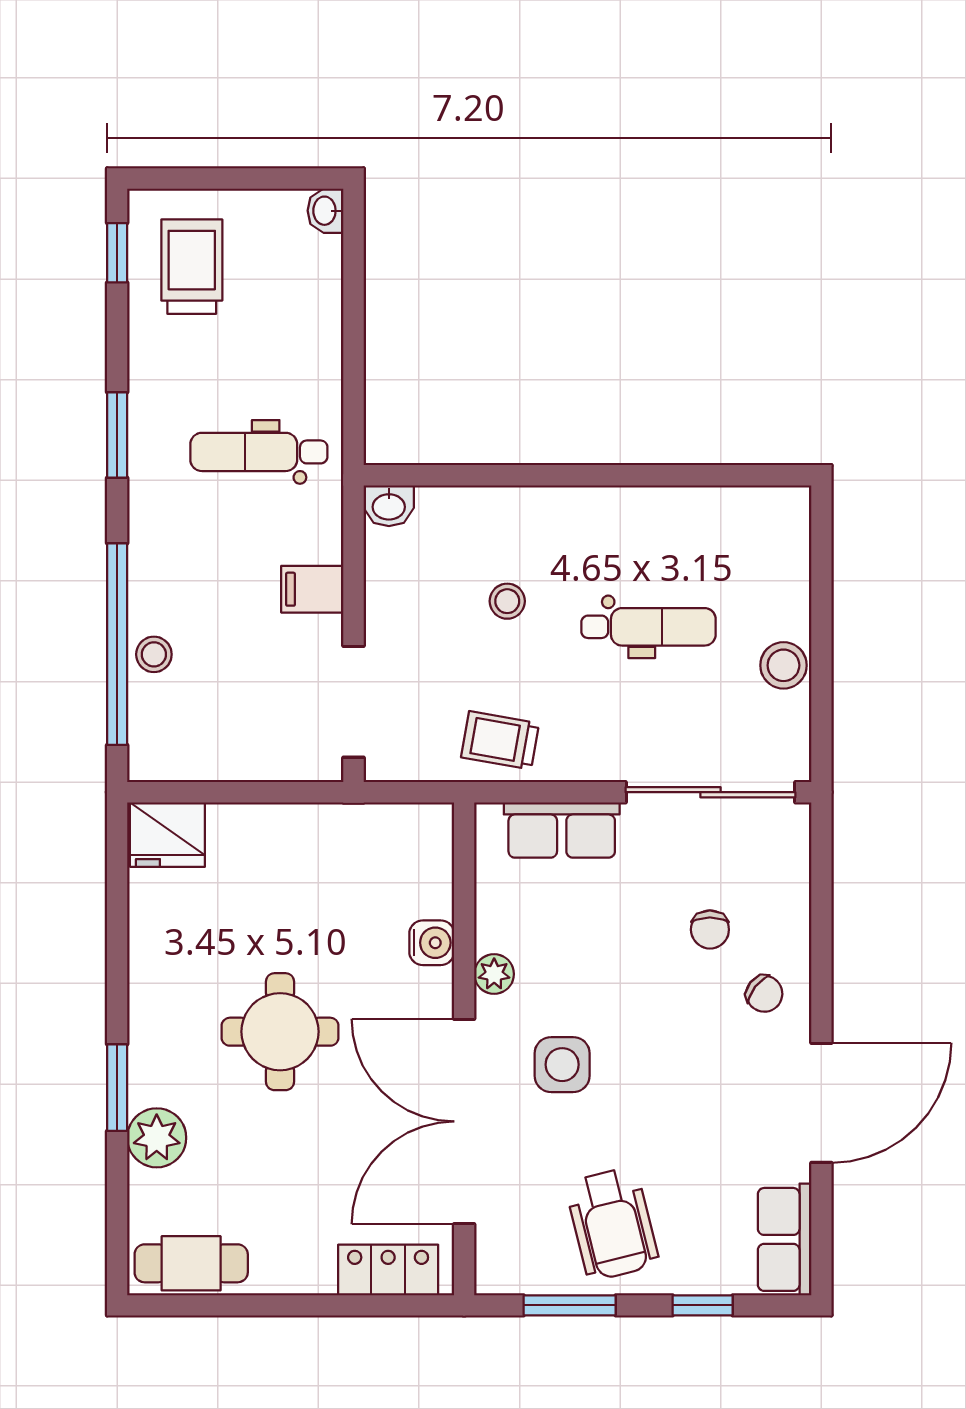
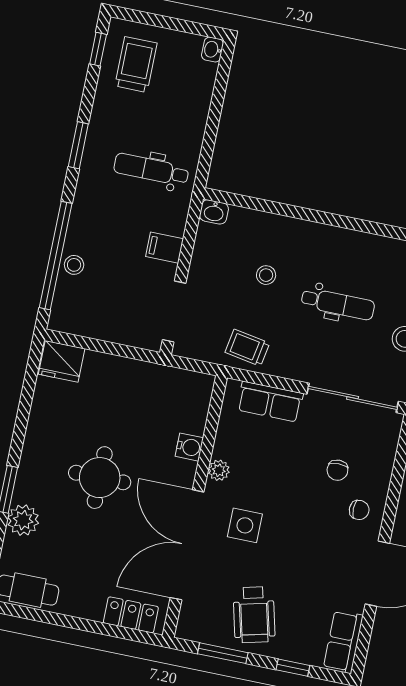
chair: (764, 994) -> (359, 510), turned -38

